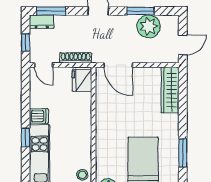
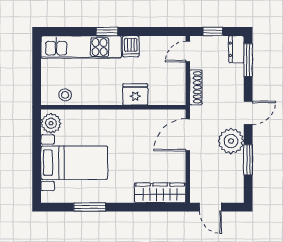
plant: (149, 26) -> (231, 141), moved
fridge: (82, 80) -> (135, 94), moved

